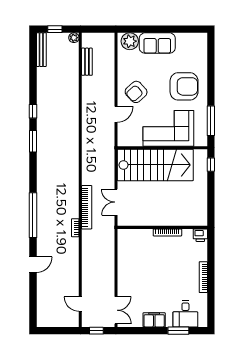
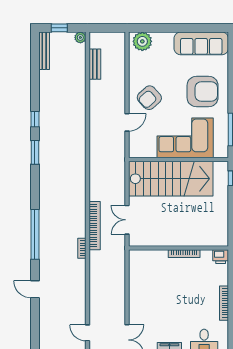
sofa: (157, 43) -> (201, 43), moved, width x1.36
door: (33, 265) -> (35, 289), swing flipped

